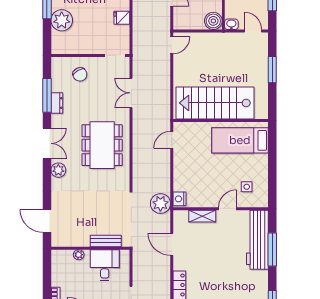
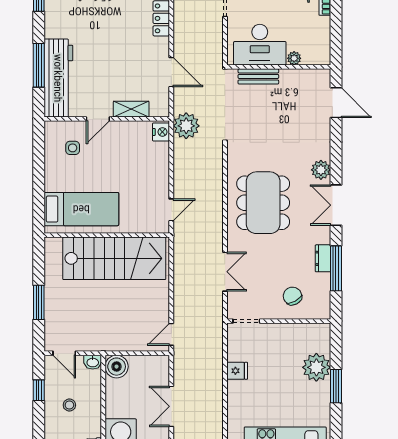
desk: (105, 265) -> (260, 45), width x1.37

